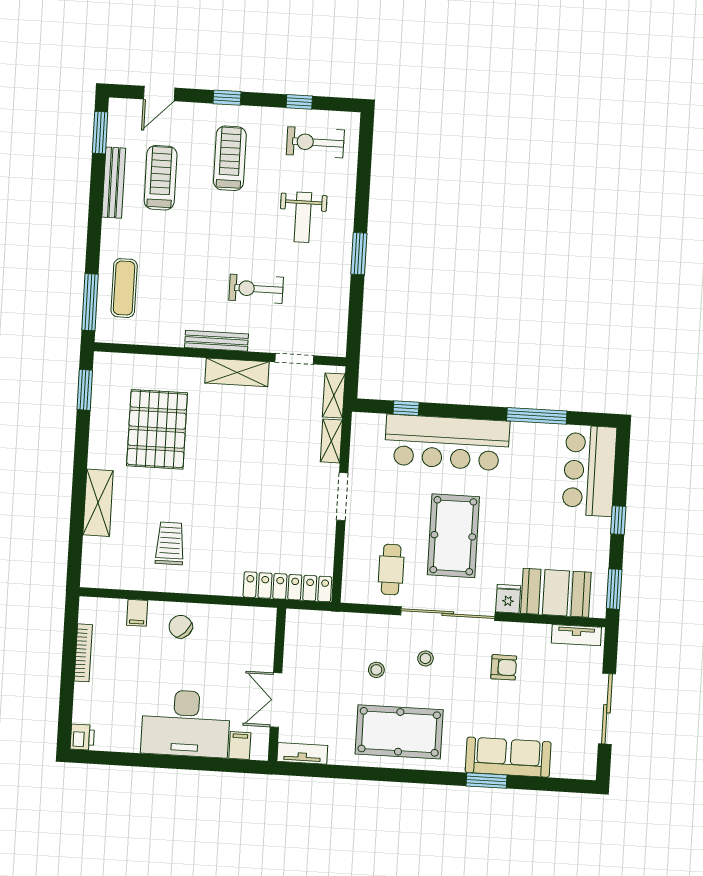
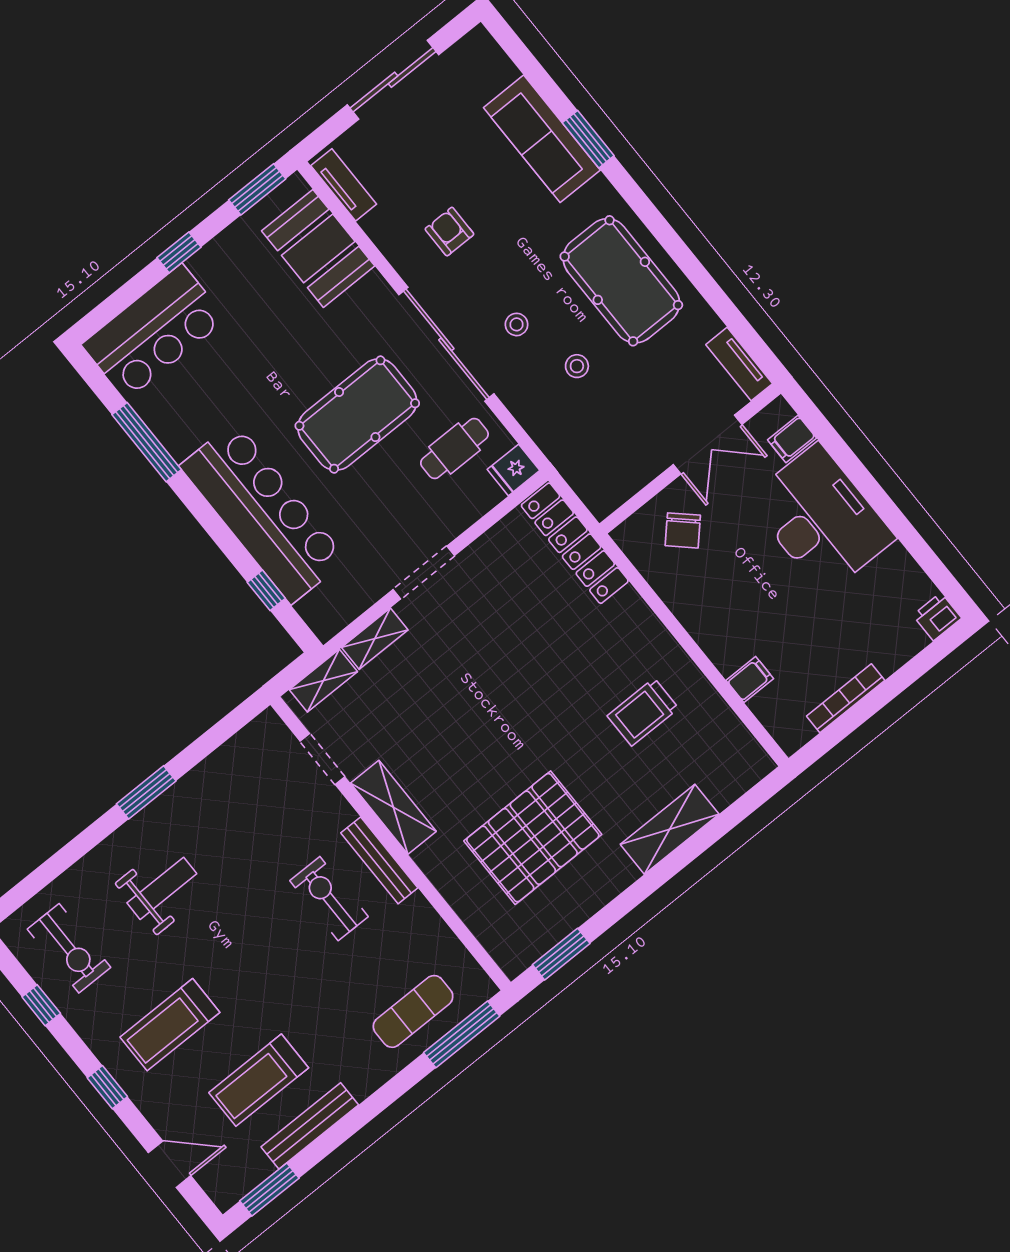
exercise bike: (256, 289) -> (329, 899), moved, turned 180
fridge: (508, 599) -> (513, 470), moved
chair: (181, 627) -> (683, 530), moved

